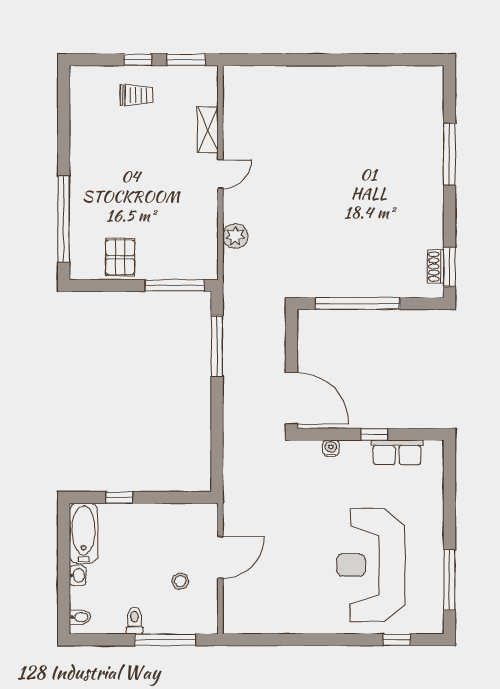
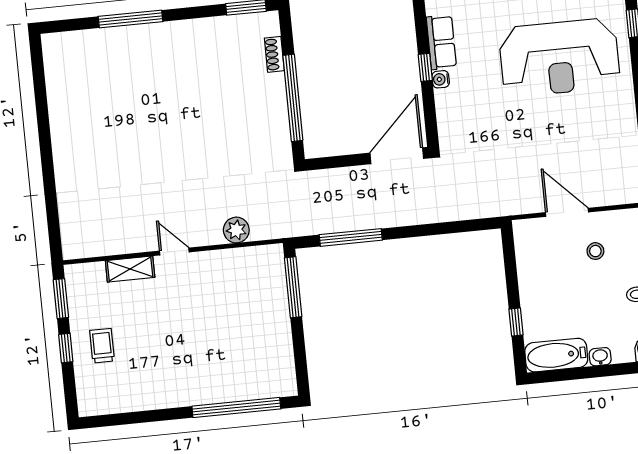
pallet: (120, 257) -> (270, 346), removed
shoe rack: (436, 267) -> (274, 54), moved, turned 90
water cooler: (331, 448) -> (441, 79), moved

